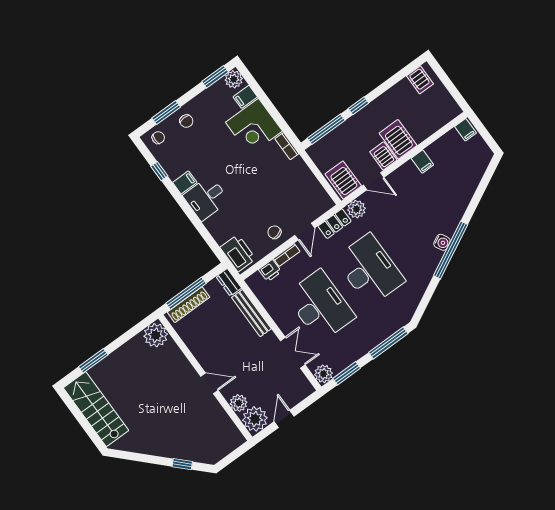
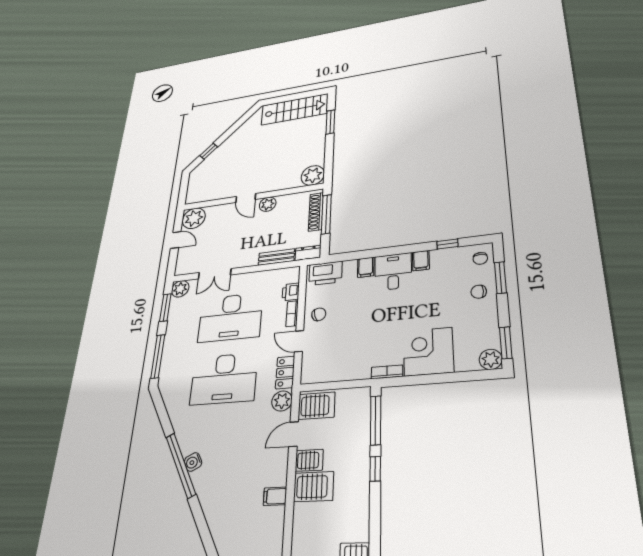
filing cabinet: (245, 97) -> (366, 267), moved, turned 180
bench: (251, 313) -> (276, 257), width x0.73
door: (209, 383) -> (246, 198), hinge flipped
plant: (239, 403) -> (268, 204), moved

